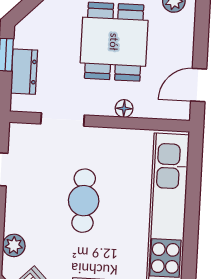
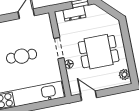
doorway: (63, 119) -> (59, 48), moved

